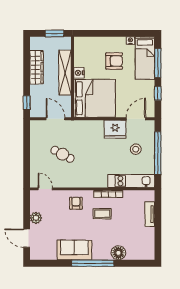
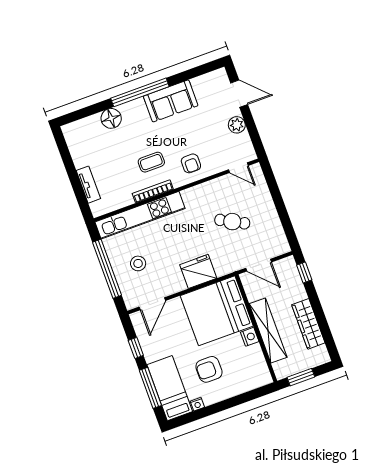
fridge: (115, 129) -> (198, 271), moved
kitchen unit: (131, 181) -> (140, 215), width x1.36

